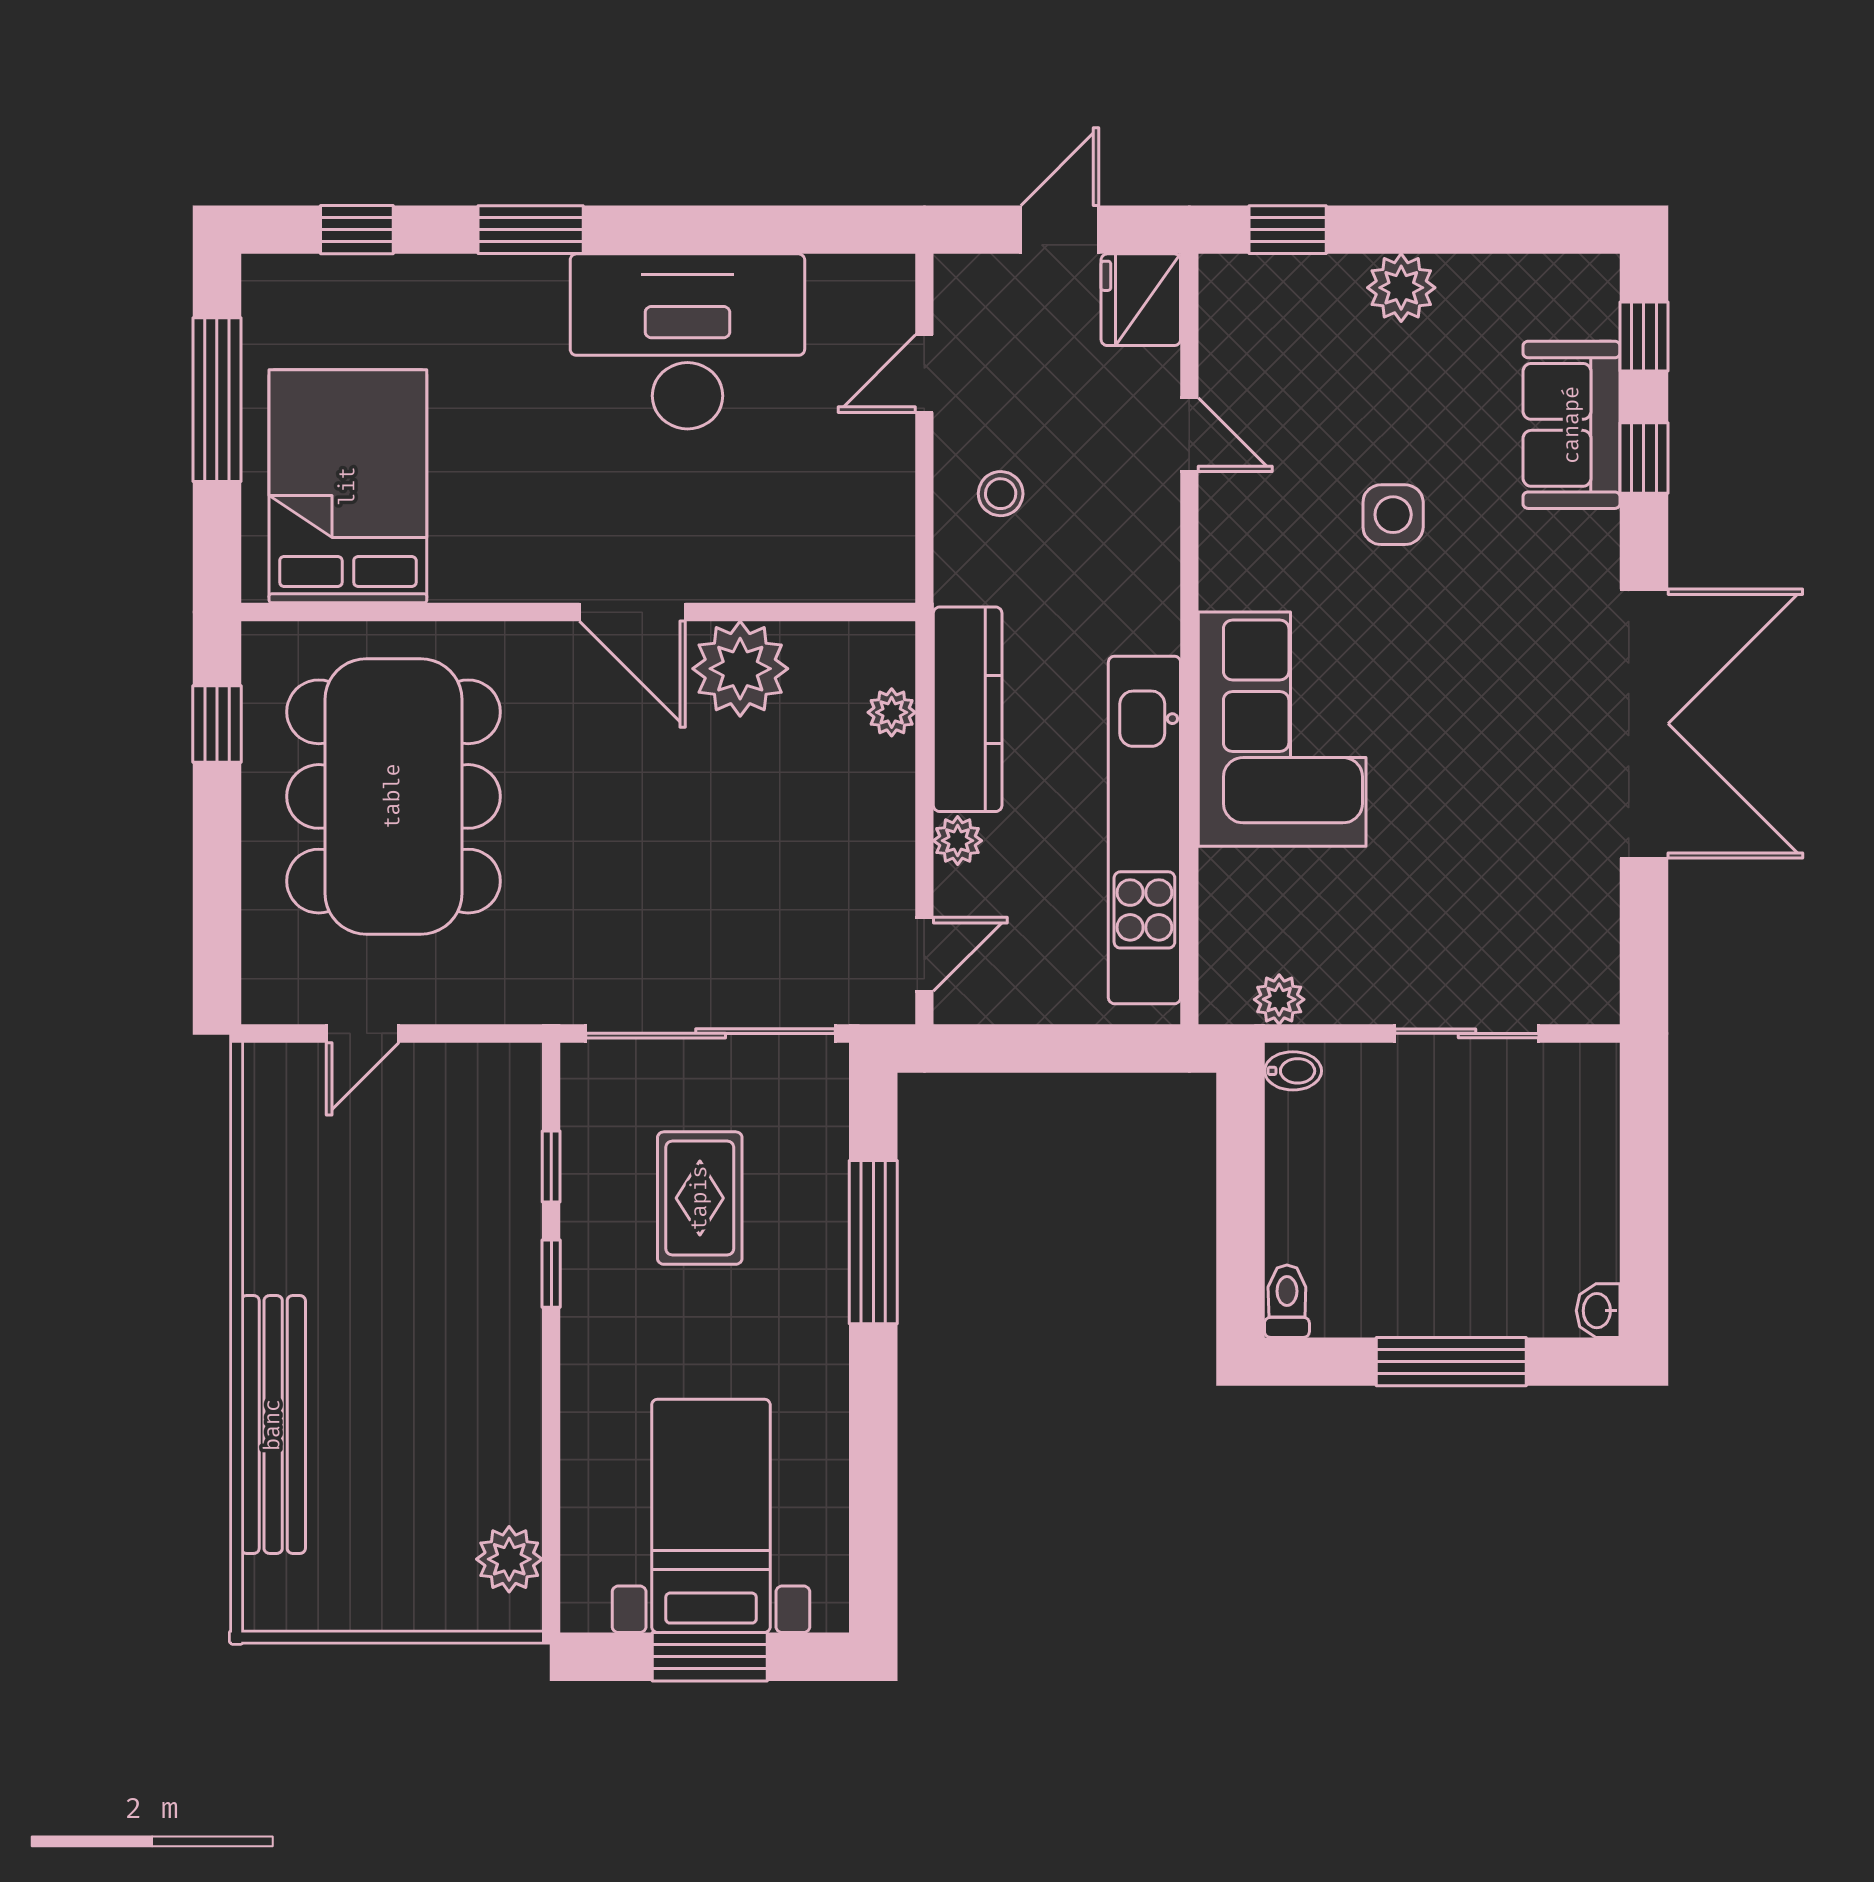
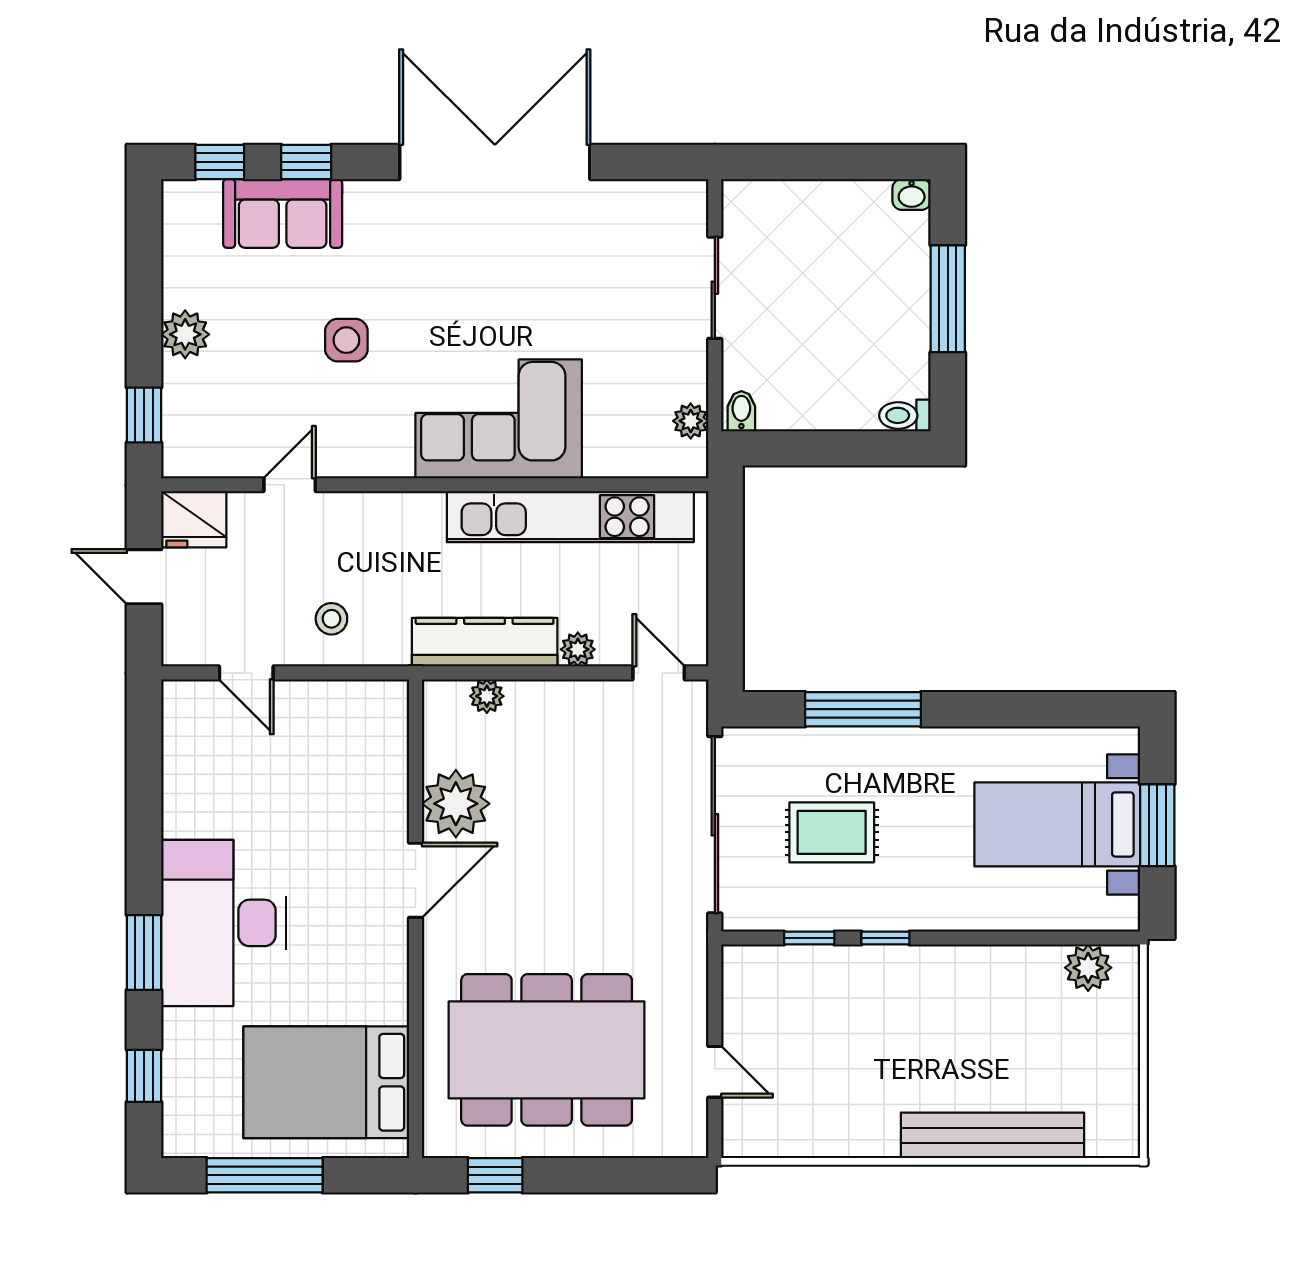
desk: (687, 341) -> (223, 923), moved

